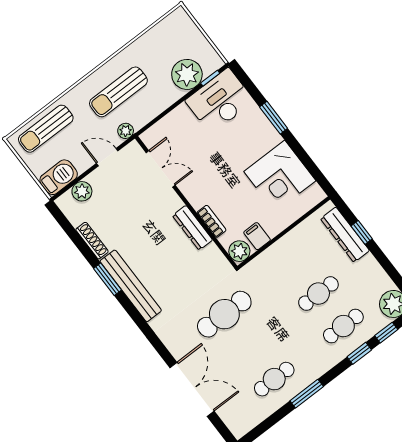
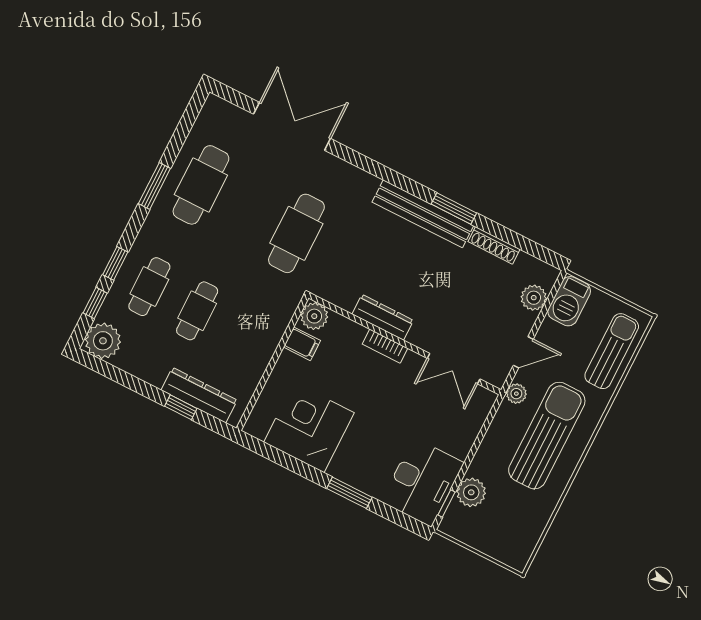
plant: (187, 74) -> (471, 492), width x0.73, depth x0.73
sun lounger: (118, 92) -> (547, 436), width x1.36, depth x1.34
bookcase: (212, 221) -> (385, 346), moved
cafe table: (274, 379) -> (201, 185), width x1.37, depth x1.35
double door: (192, 389) -> (292, 126), swing flipped

